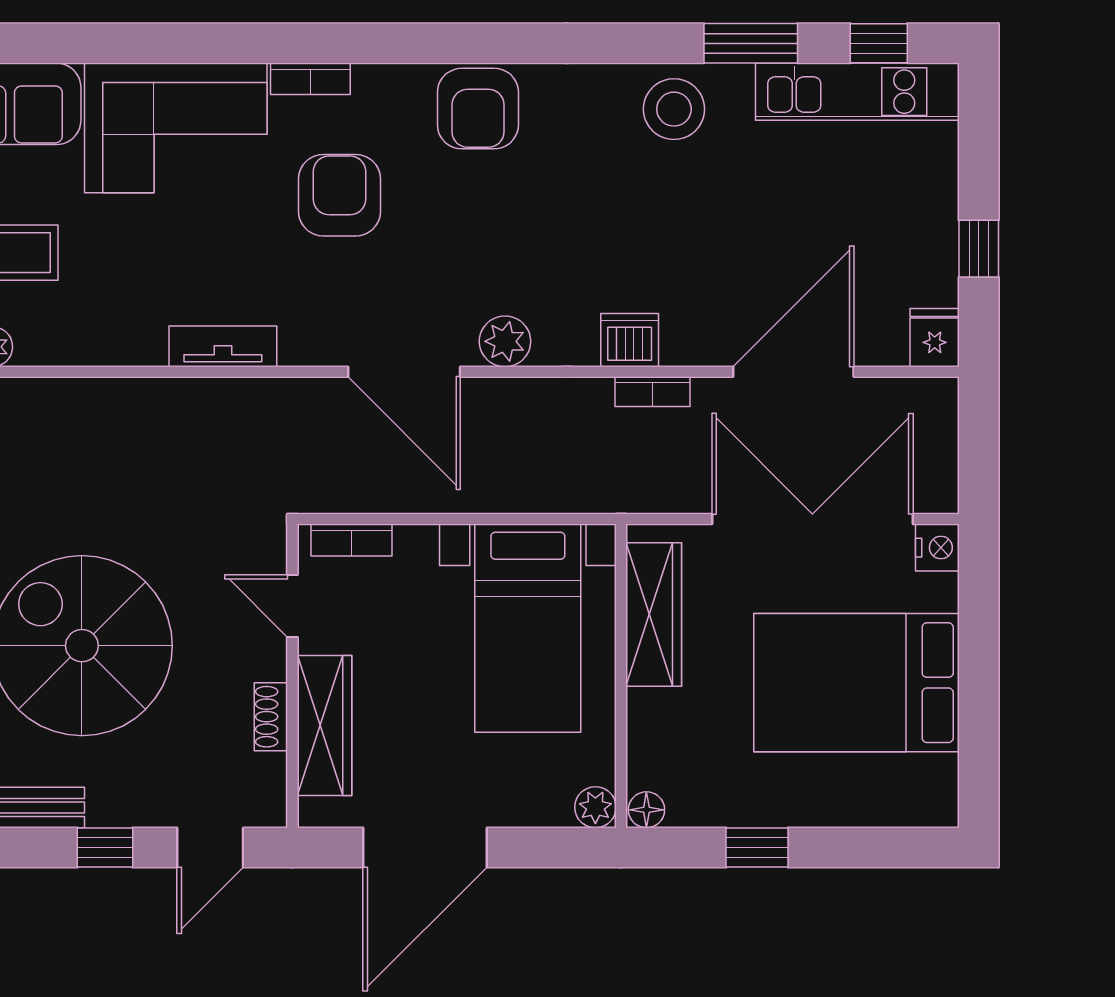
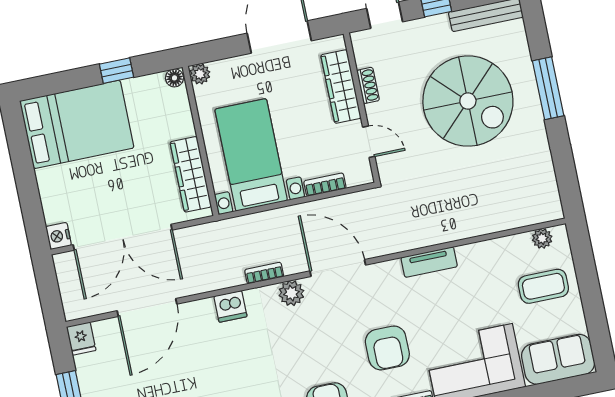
bookcase: (652, 392) -> (264, 273), moved
bookcase: (351, 540) -> (325, 185), moved
bed: (857, 683) -> (77, 124), moved

